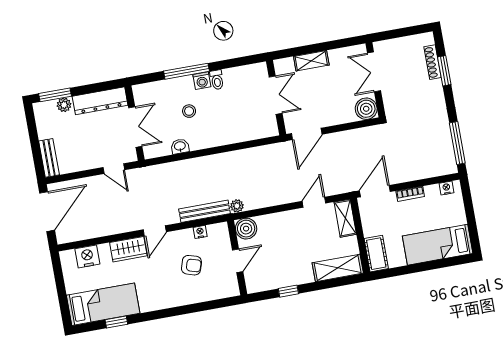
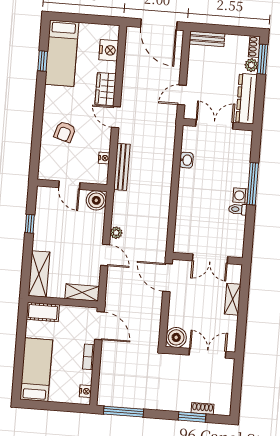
shoe rack: (433, 62) -> (203, 408), width x0.70
shoe rack: (44, 107) -> (254, 47), added
stool: (189, 111) -> (216, 177), removed
double door: (135, 127) -> (214, 124), swing flipped
door: (314, 202) -> (105, 255), moved
plant: (237, 206) -> (116, 233), moved
armchair: (191, 265) -> (65, 132), moved

